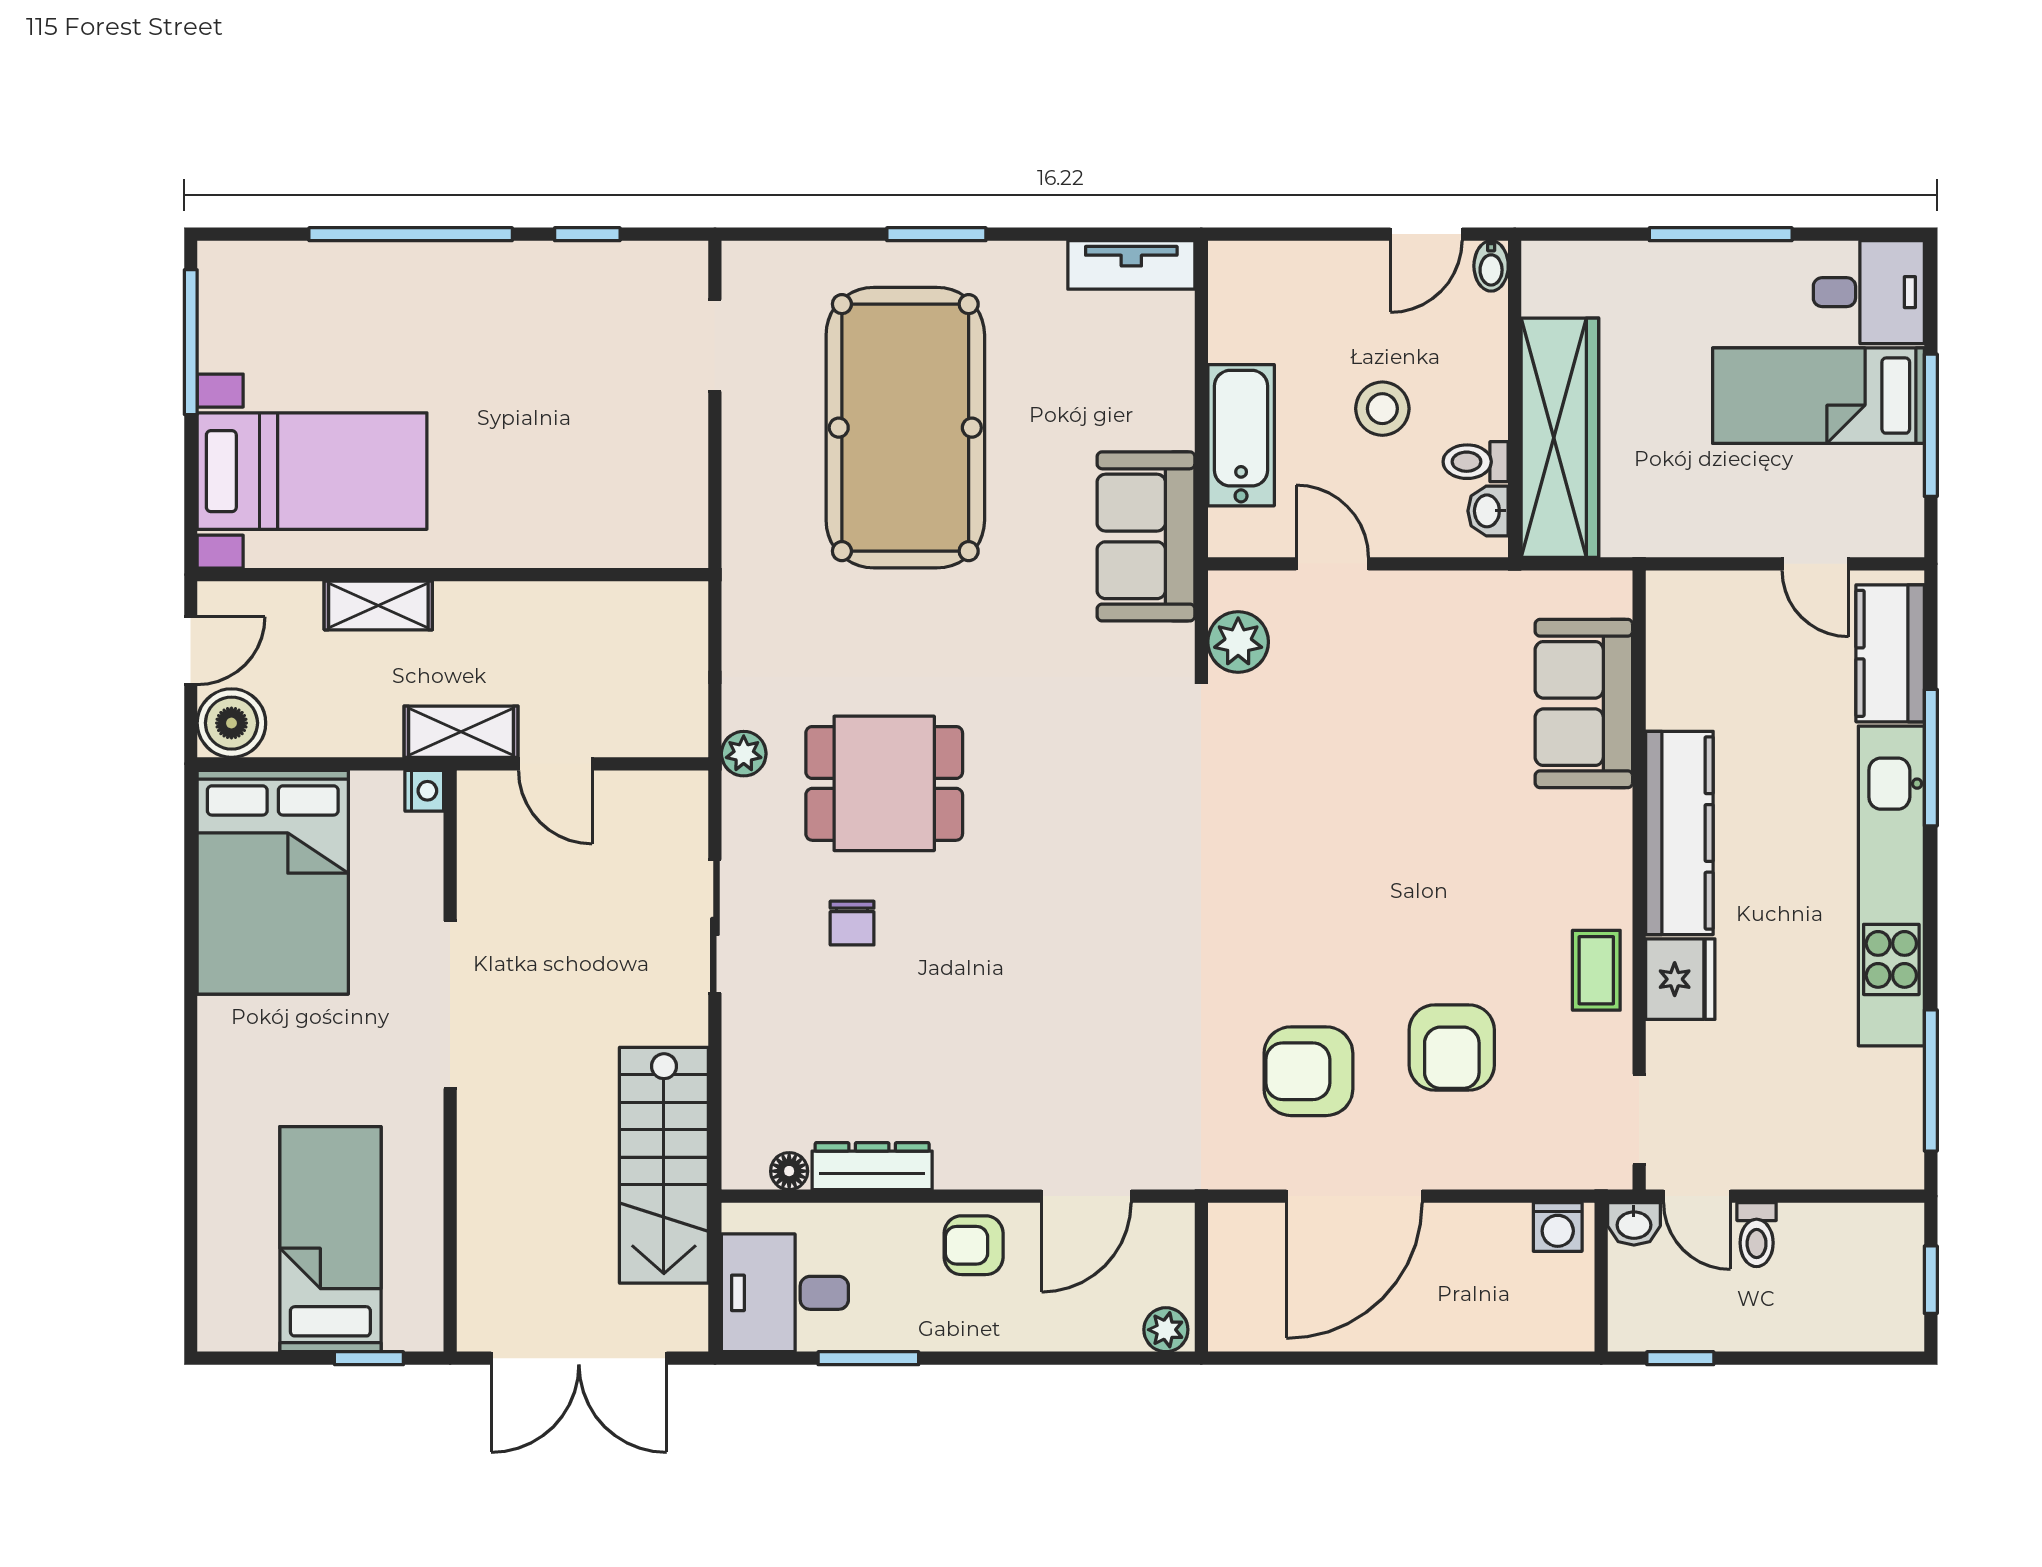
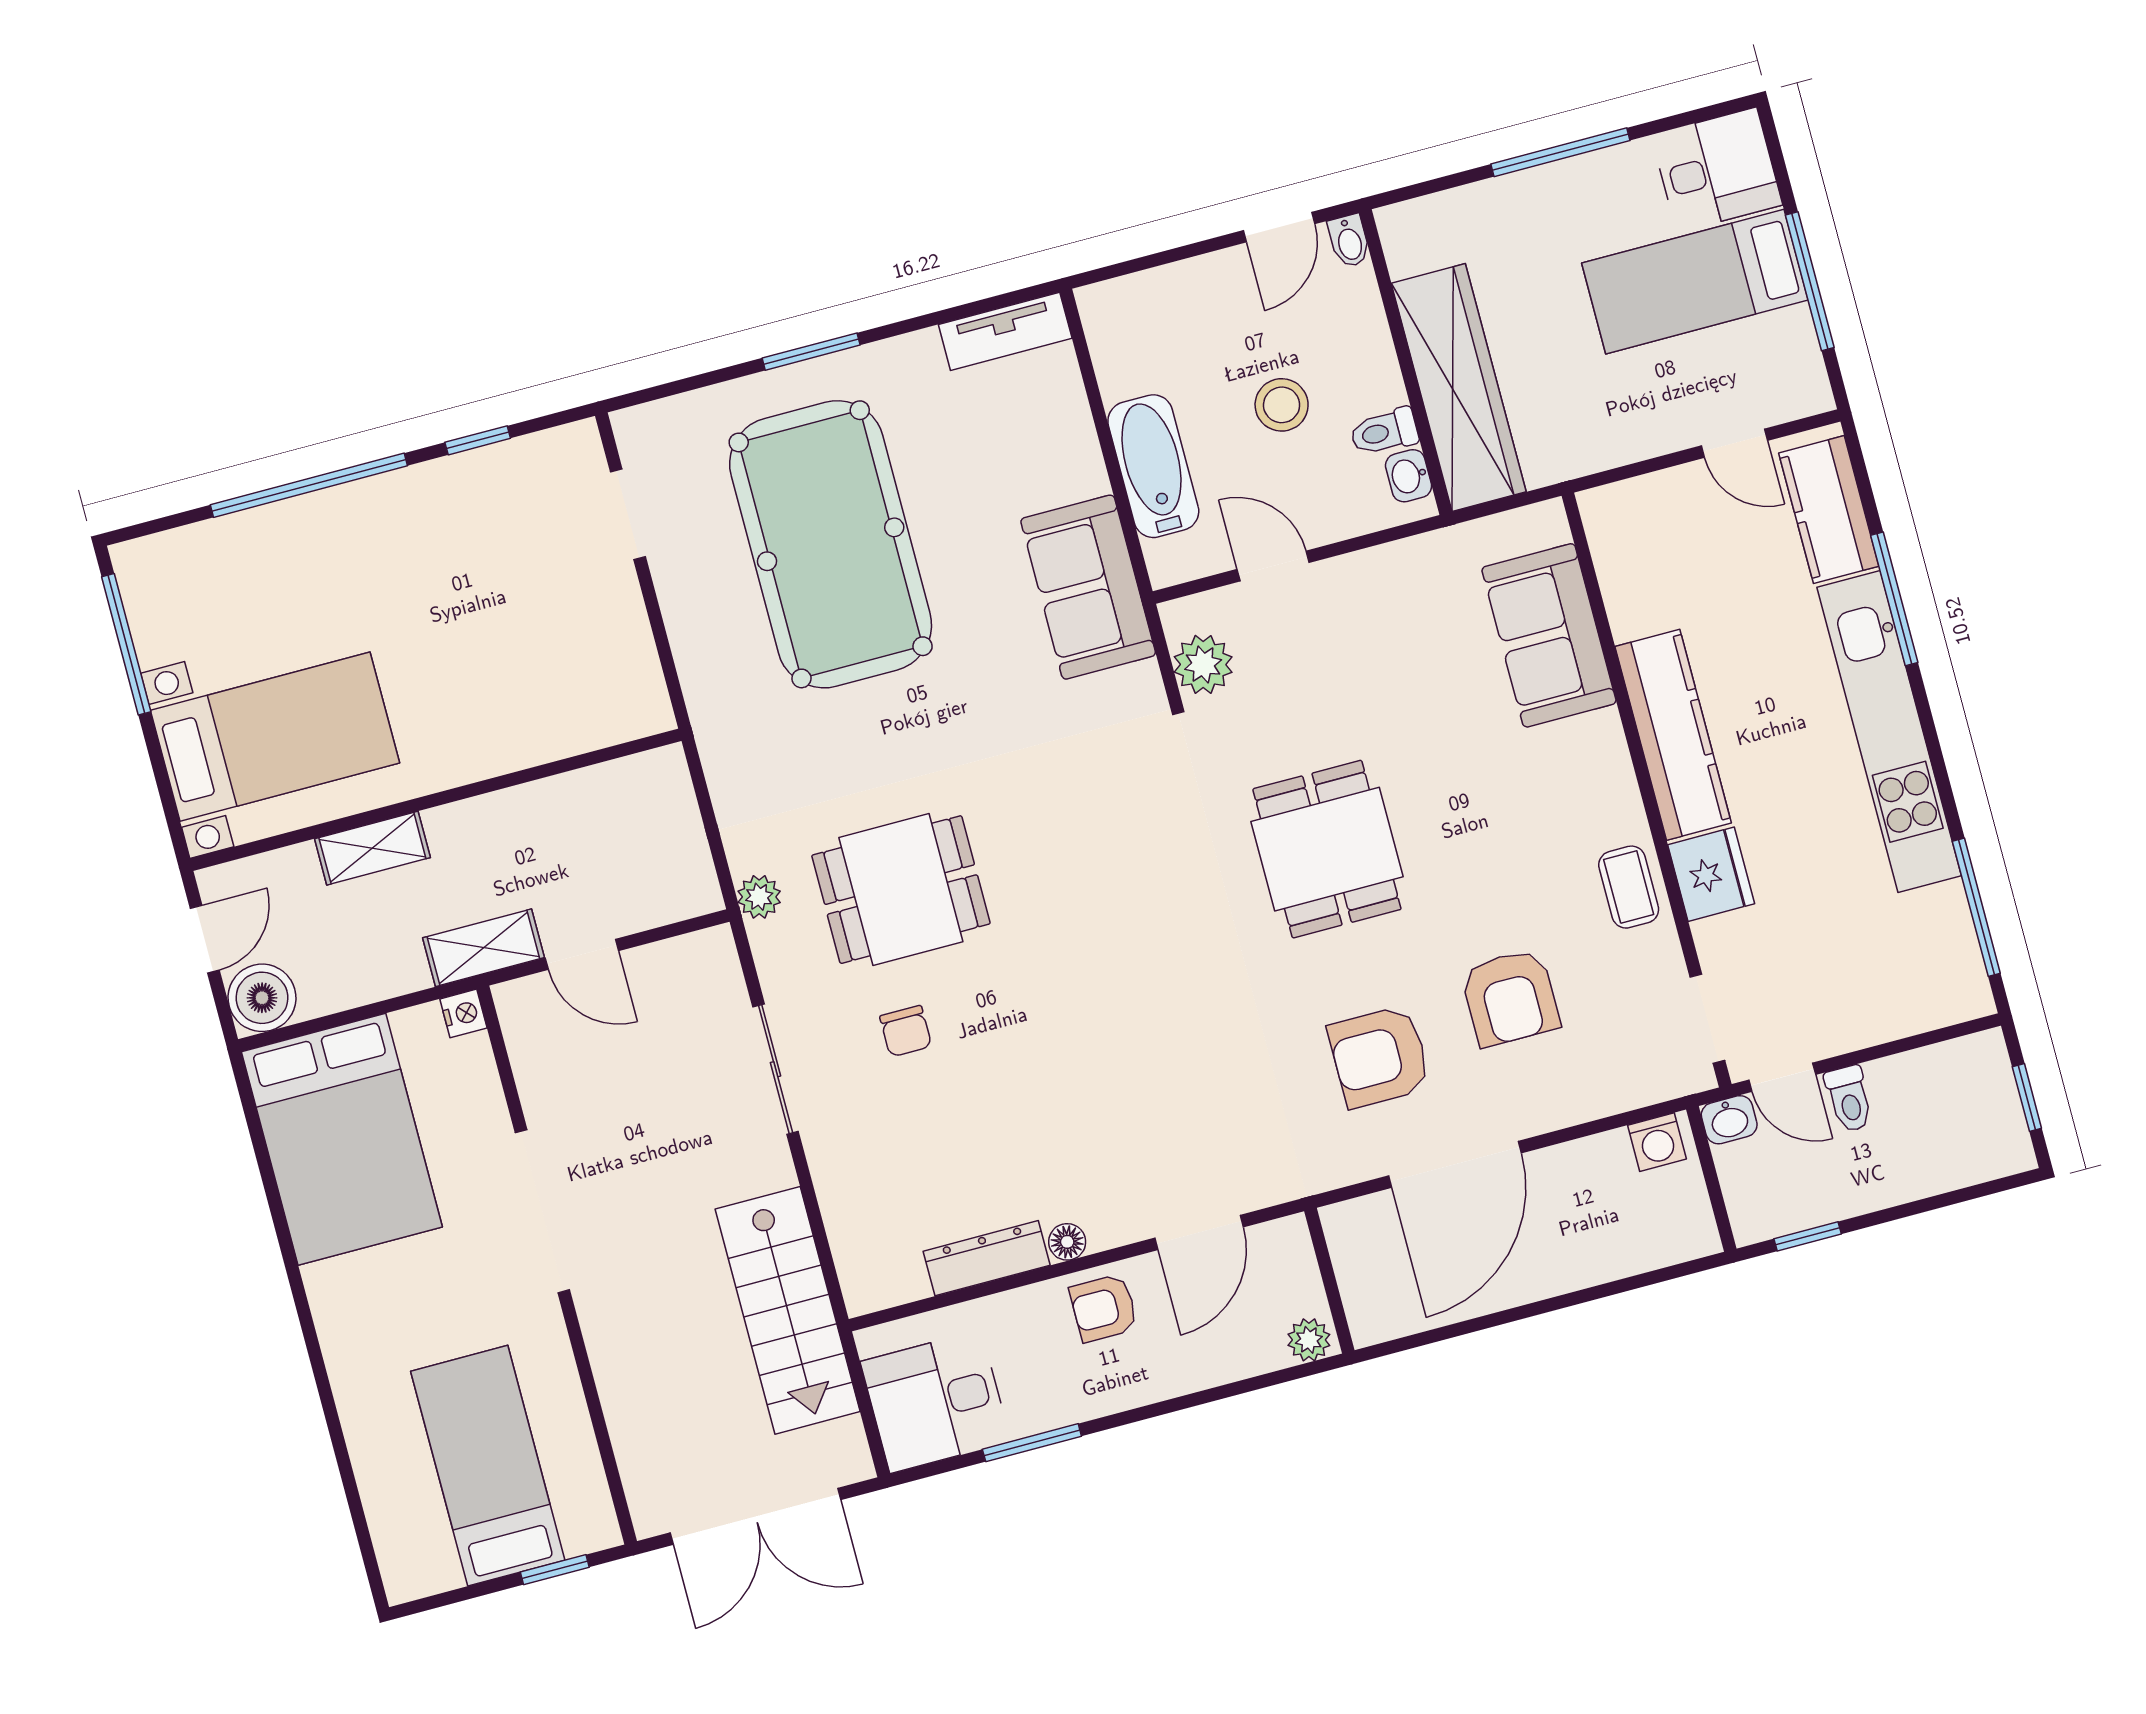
dining table: (1311, 855) -> (1327, 849), added
floor lamp: (789, 1171) -> (1067, 1242), moved

